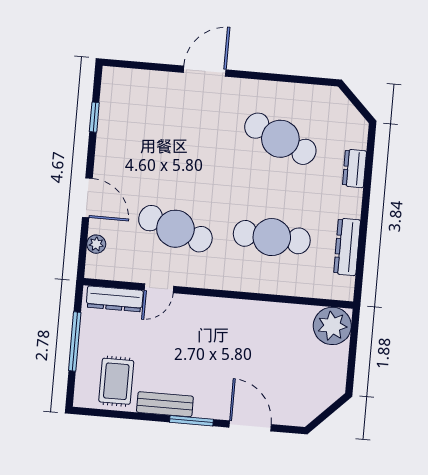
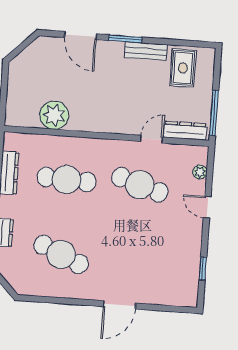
door: (87, 198) -> (207, 207), width x0.73
plant: (332, 326) -> (54, 115), moved
window: (75, 341) -> (214, 113), moved

